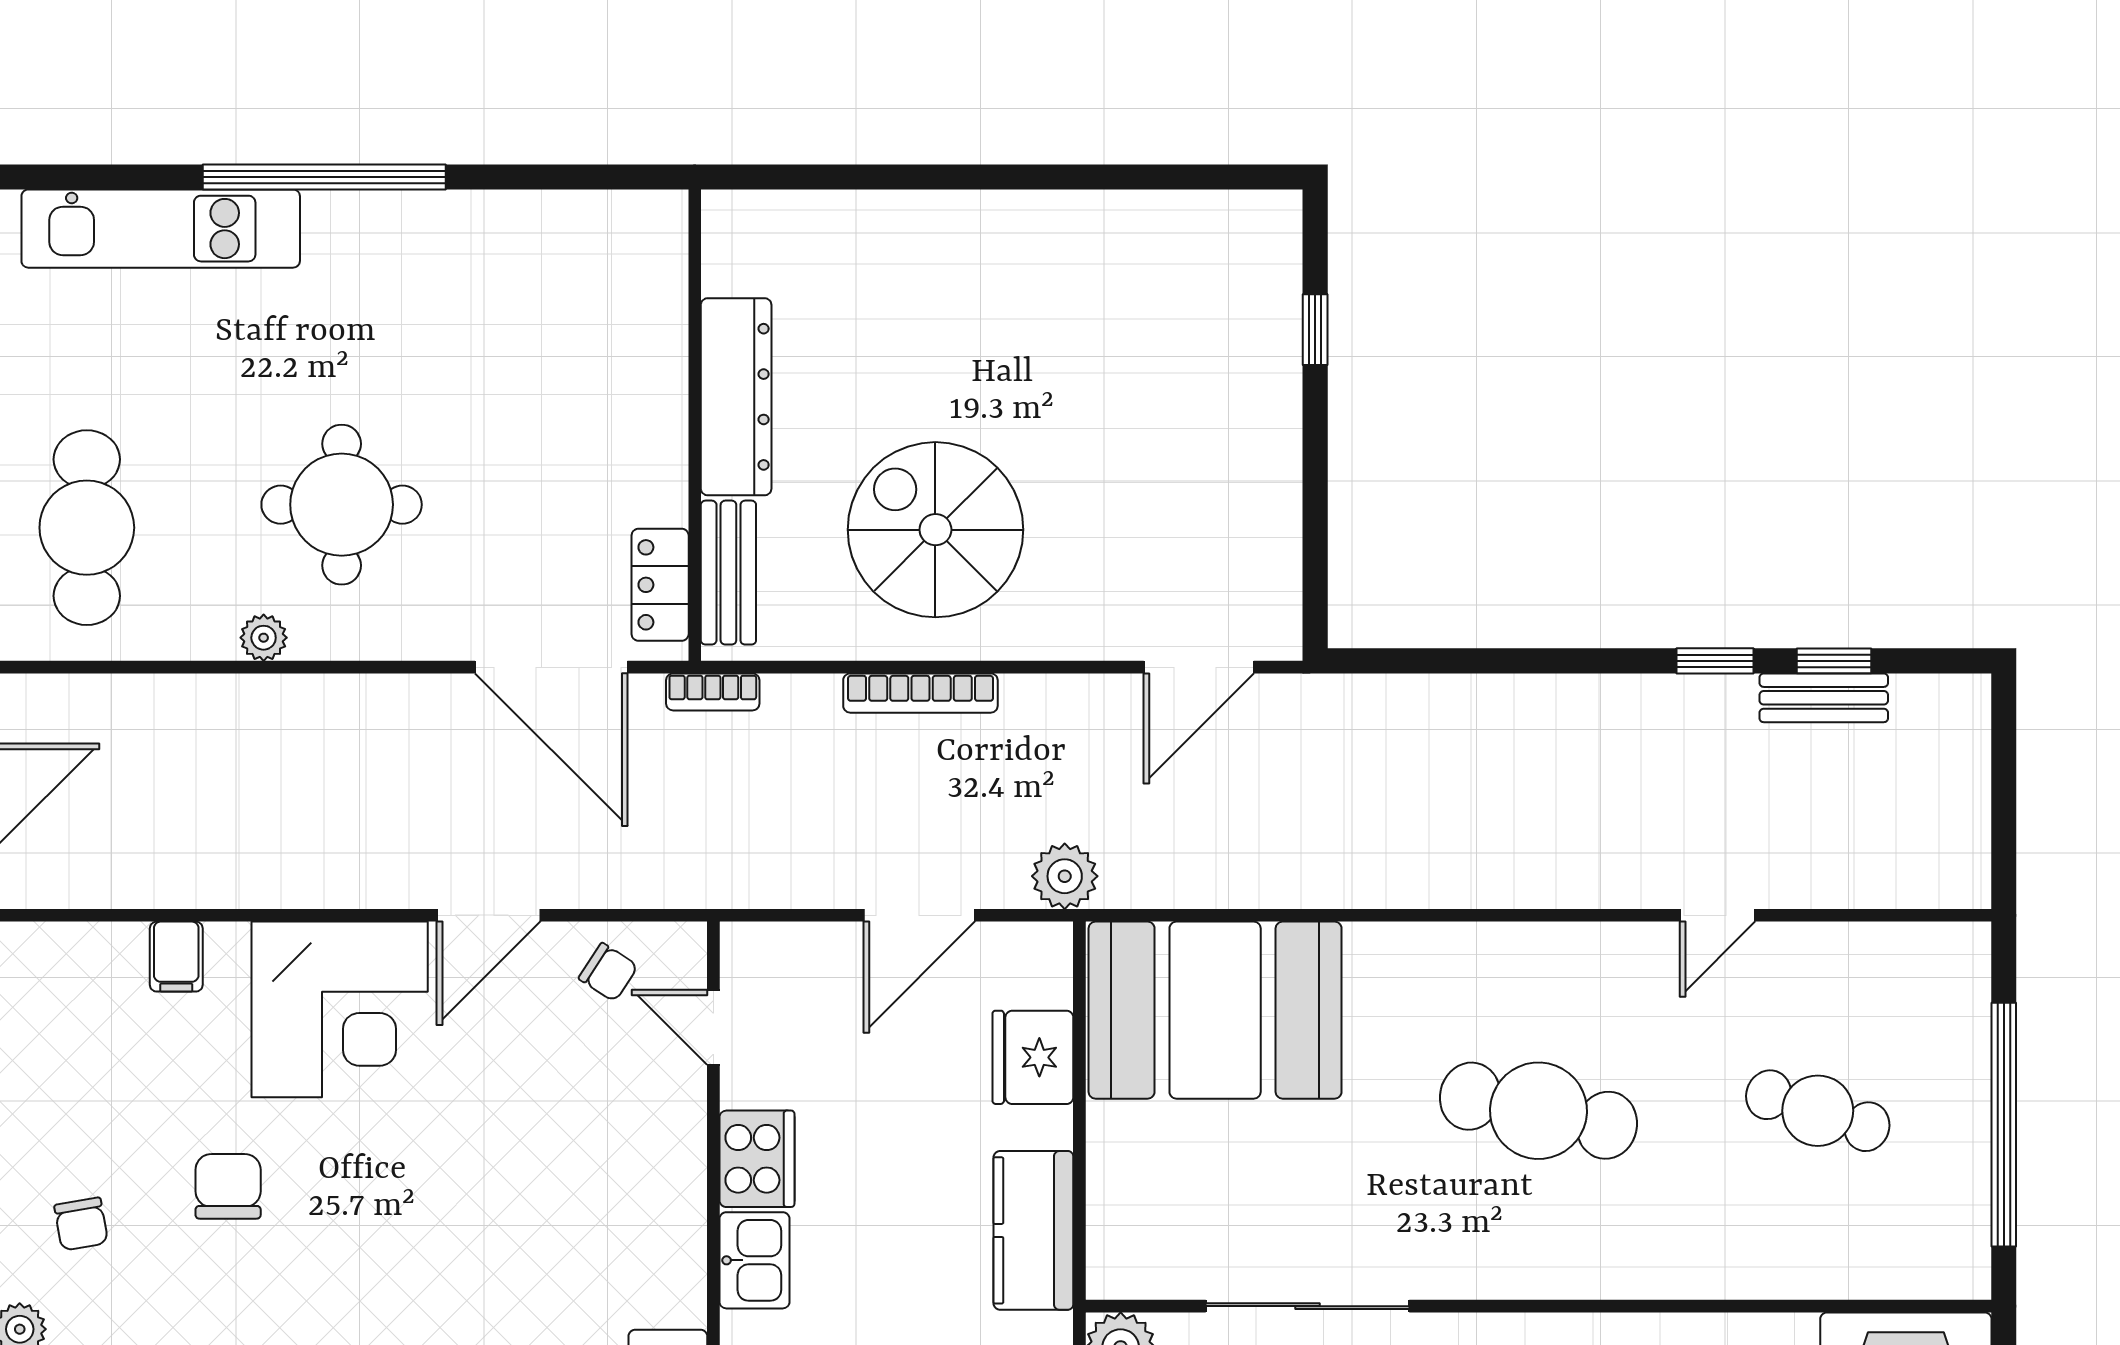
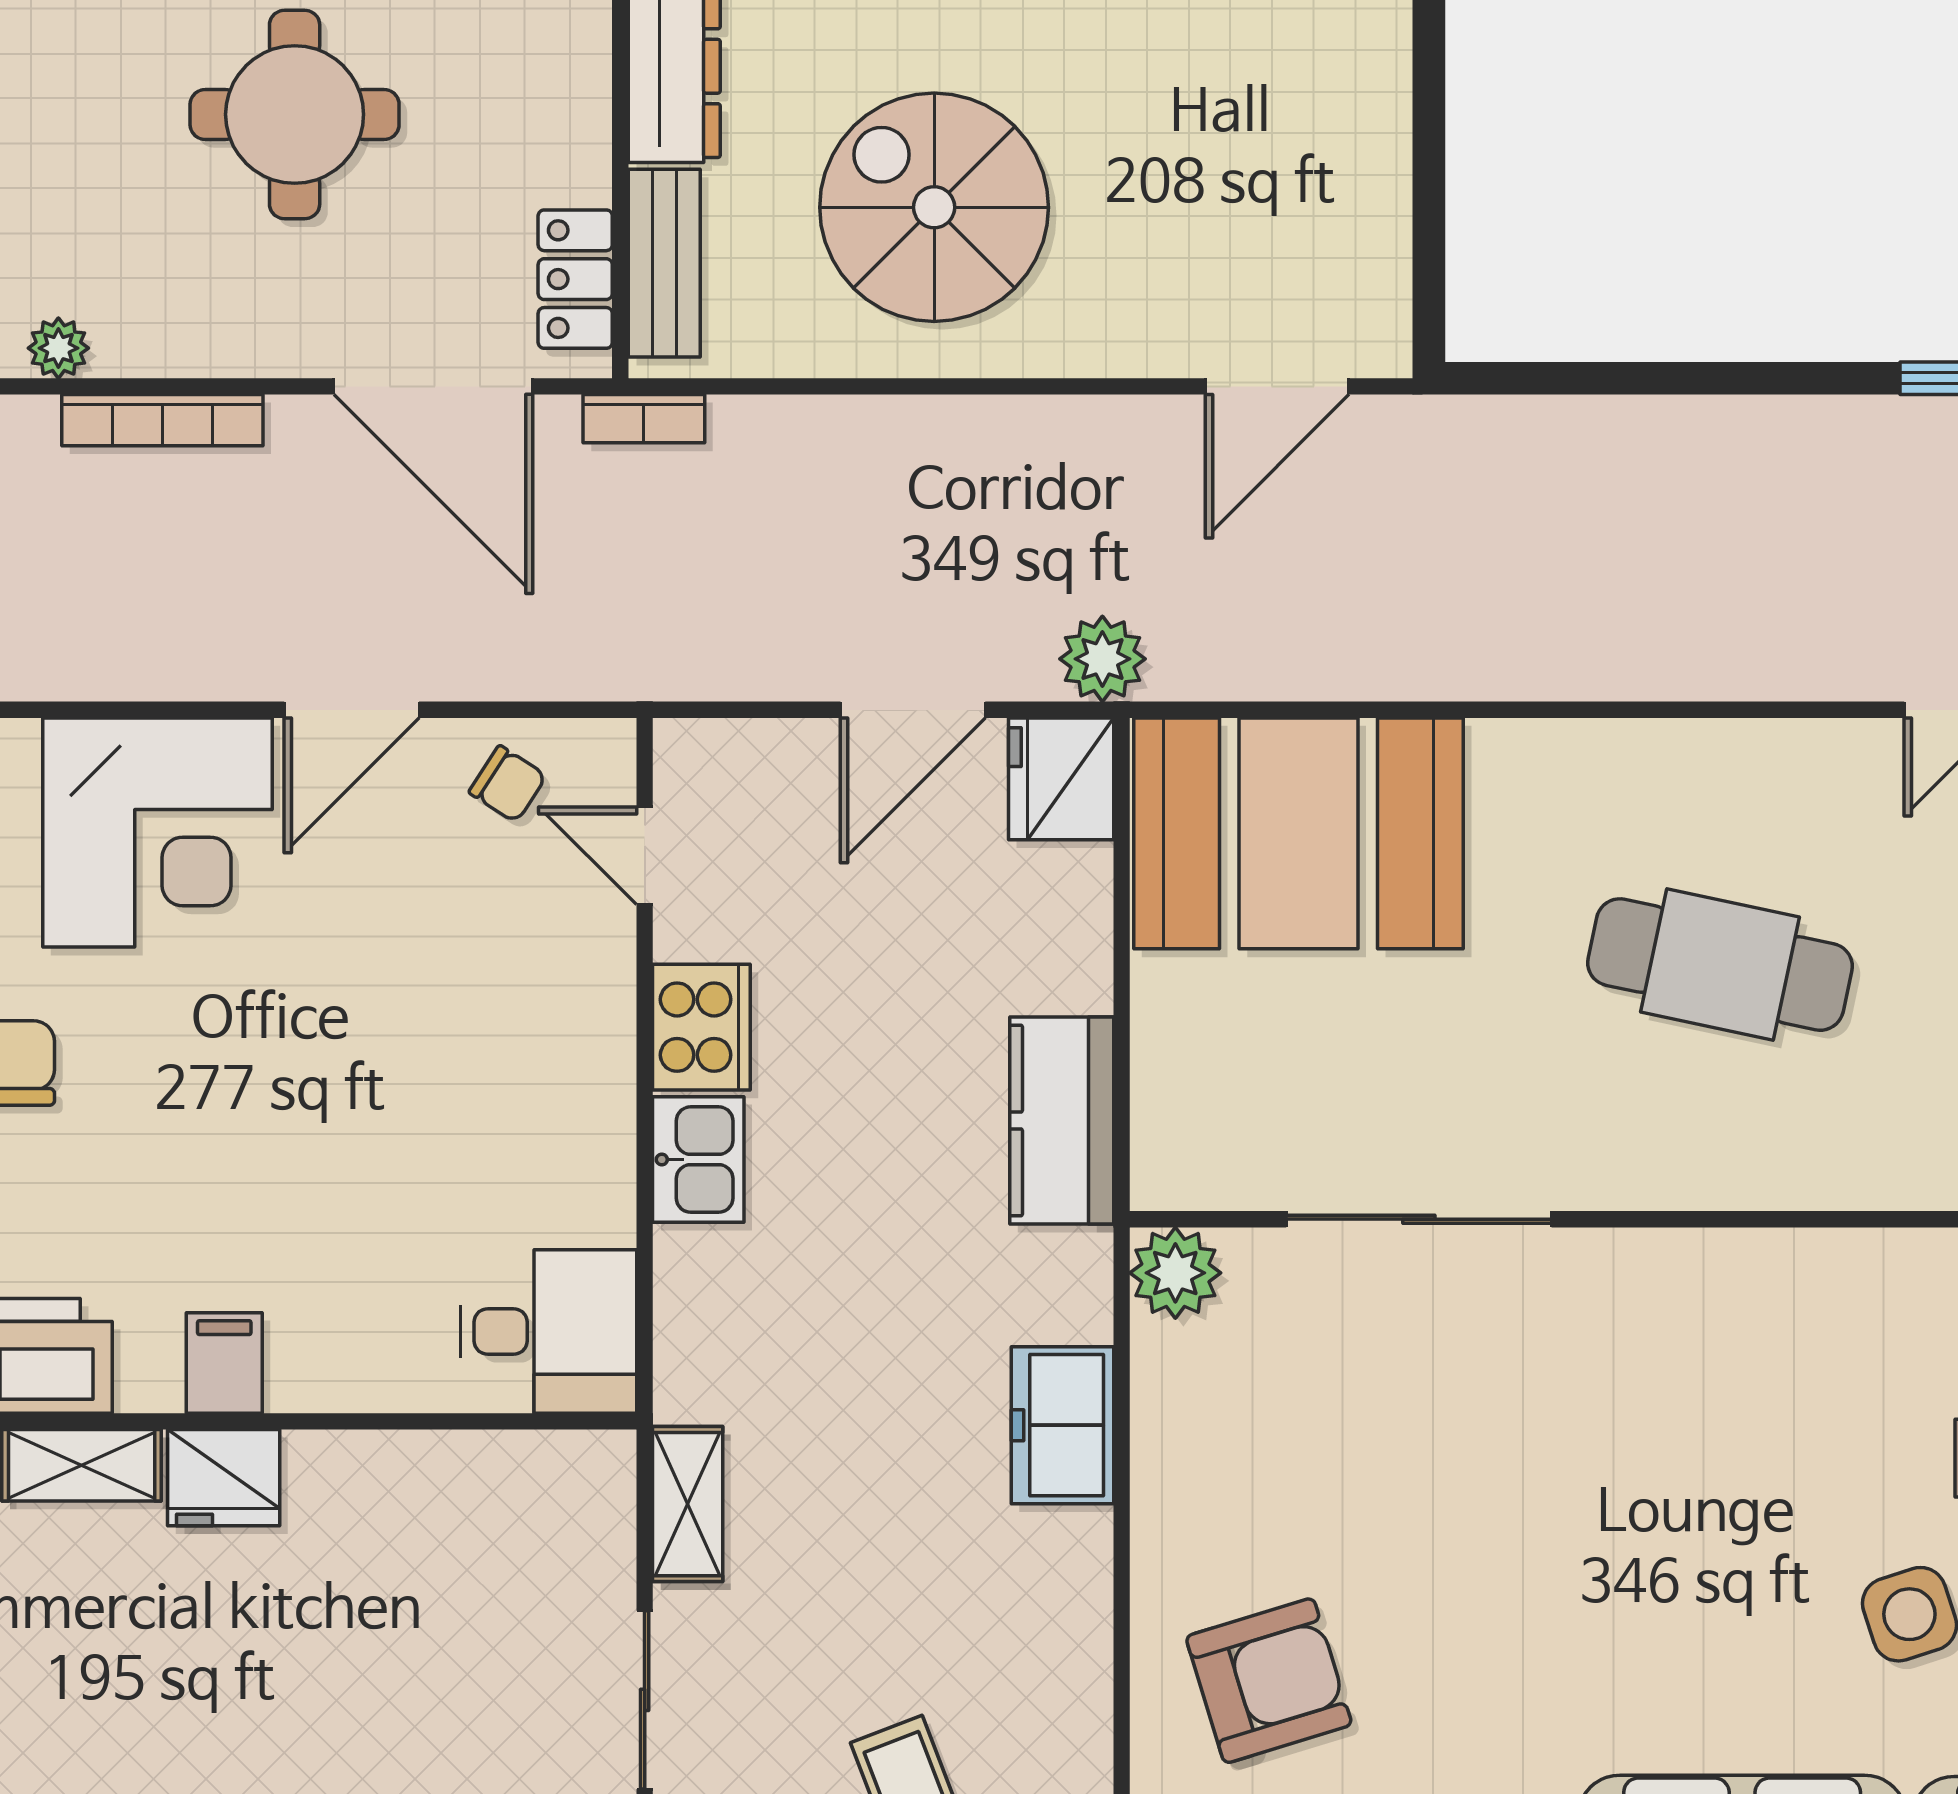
round table: (342, 505) -> (295, 114), moved
bookcase: (920, 693) -> (162, 420), moved
fridge: (1033, 1057) -> (1061, 779), moved

